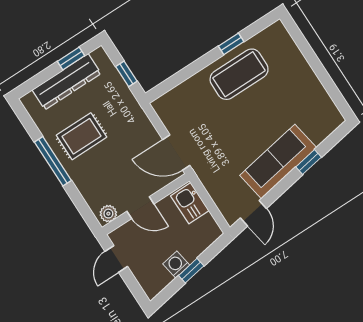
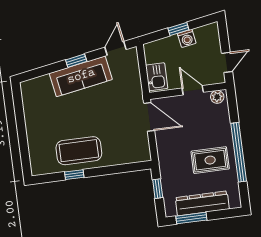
window: (71, 59) -> (191, 218), width x1.50
window: (53, 161) -> (239, 152), width x1.46
window: (309, 162) -> (76, 61), moved

